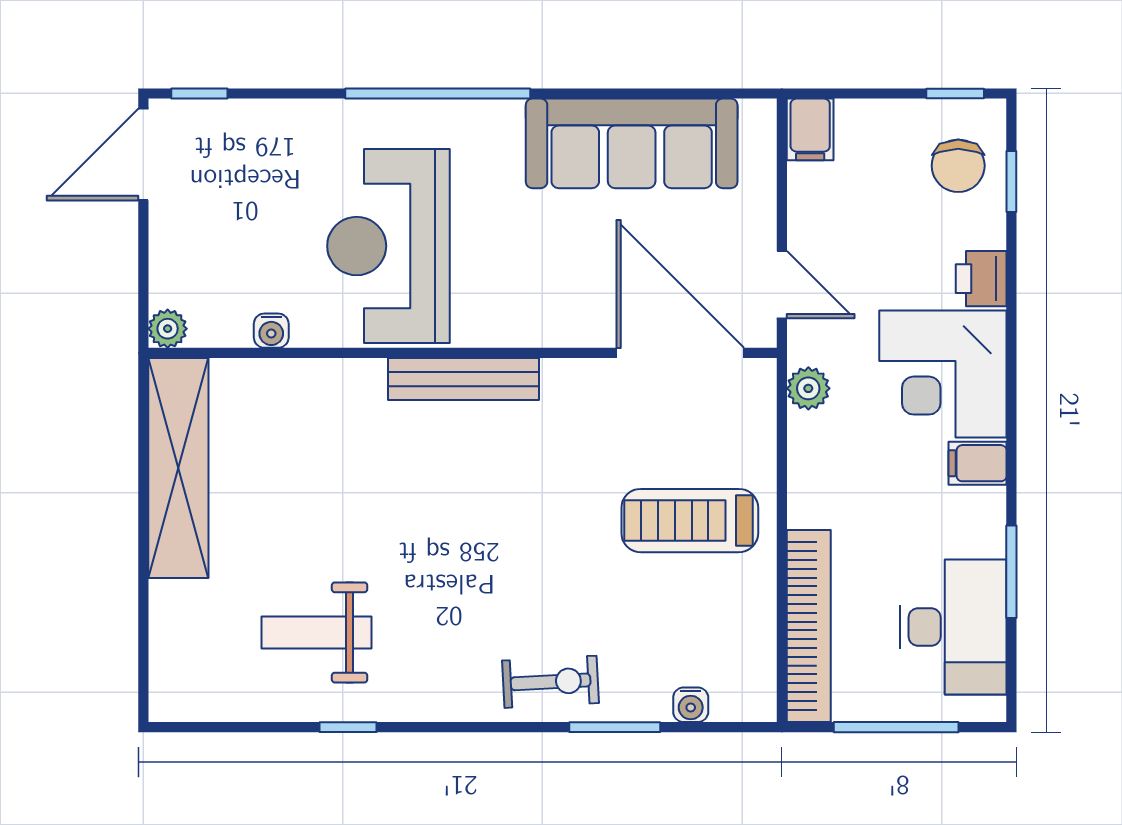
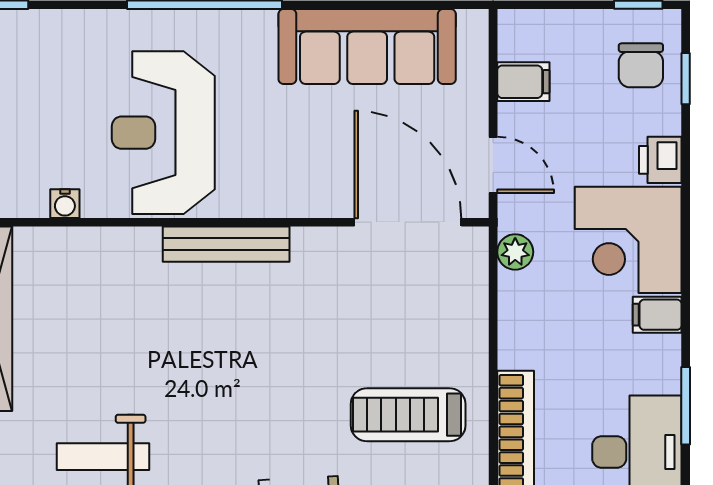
filing cabinet: (810, 129) -> (523, 82), moved, turned -90
treadmill: (690, 521) -> (408, 415), moved

